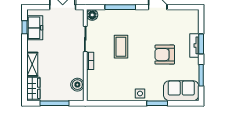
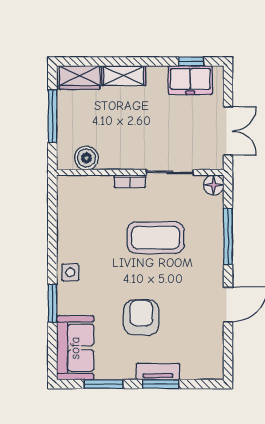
coffee table: (121, 47) -> (156, 238), width x1.36, depth x1.32

